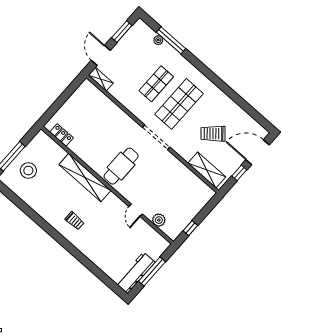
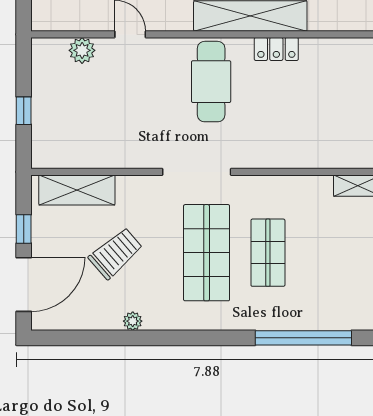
plant: (158, 40) -> (133, 321), moved
window: (171, 40) -> (303, 338), width x1.46
locker: (61, 135) -> (276, 49), moved
window: (190, 228) -> (24, 111), moved

